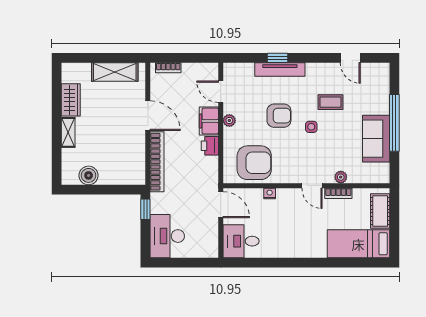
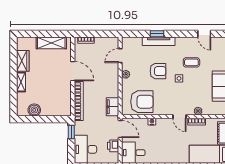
door: (221, 92) -> (120, 56), hinge flipped
filing cabinet: (209, 121) -> (112, 107), moved
printer: (210, 146) -> (113, 146), moved

